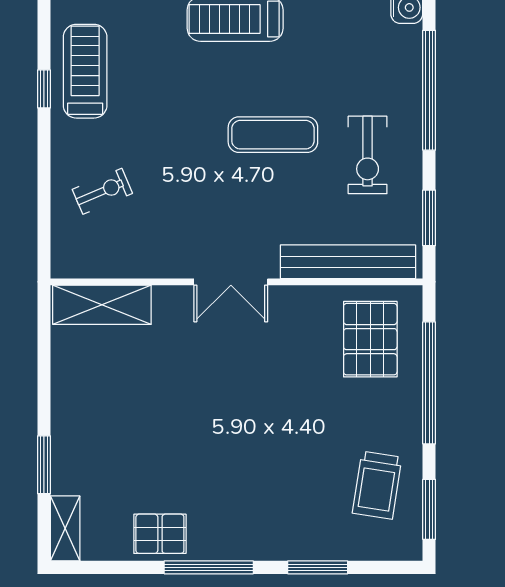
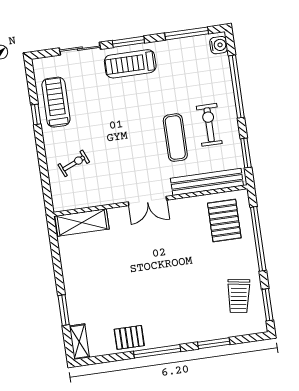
exercise mat: (273, 135) -> (175, 138), moved, turned 90
exercise bike: (368, 155) -> (209, 125), turned 180

